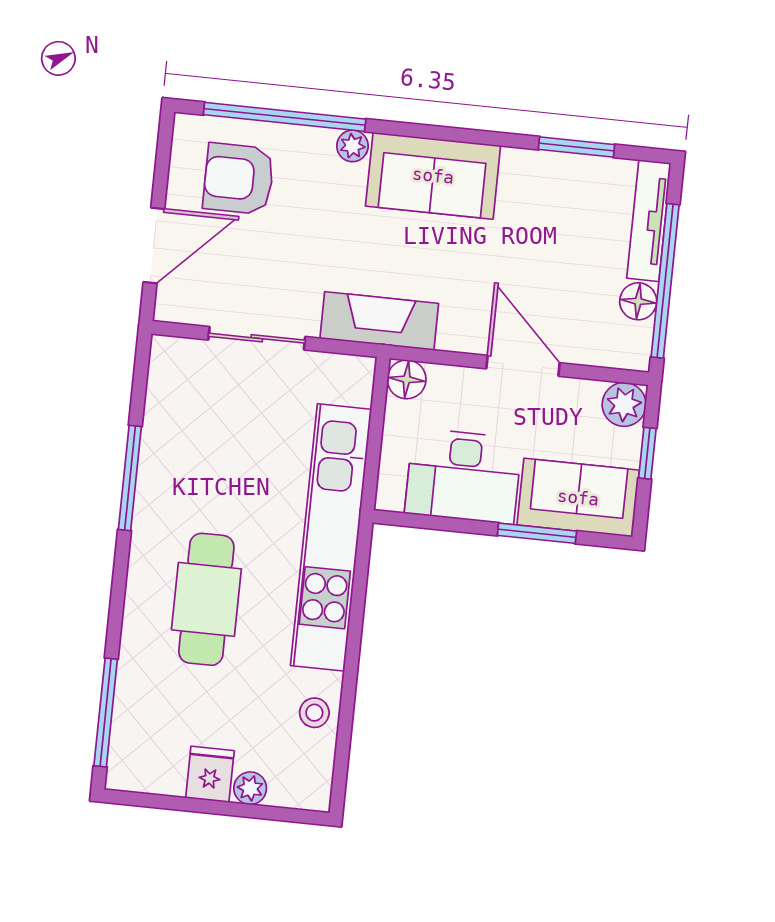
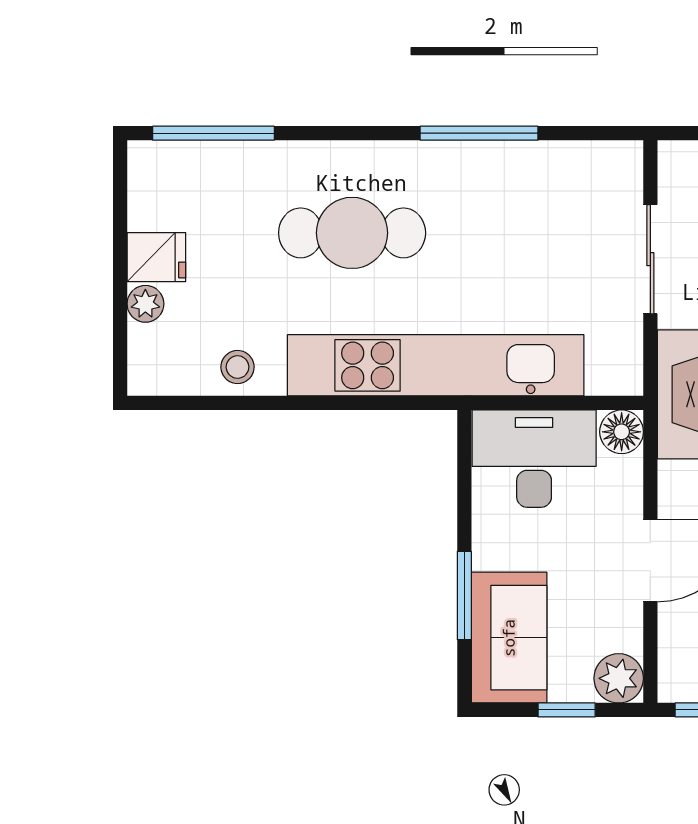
desk: (463, 476) -> (534, 459), moved, turned 90

